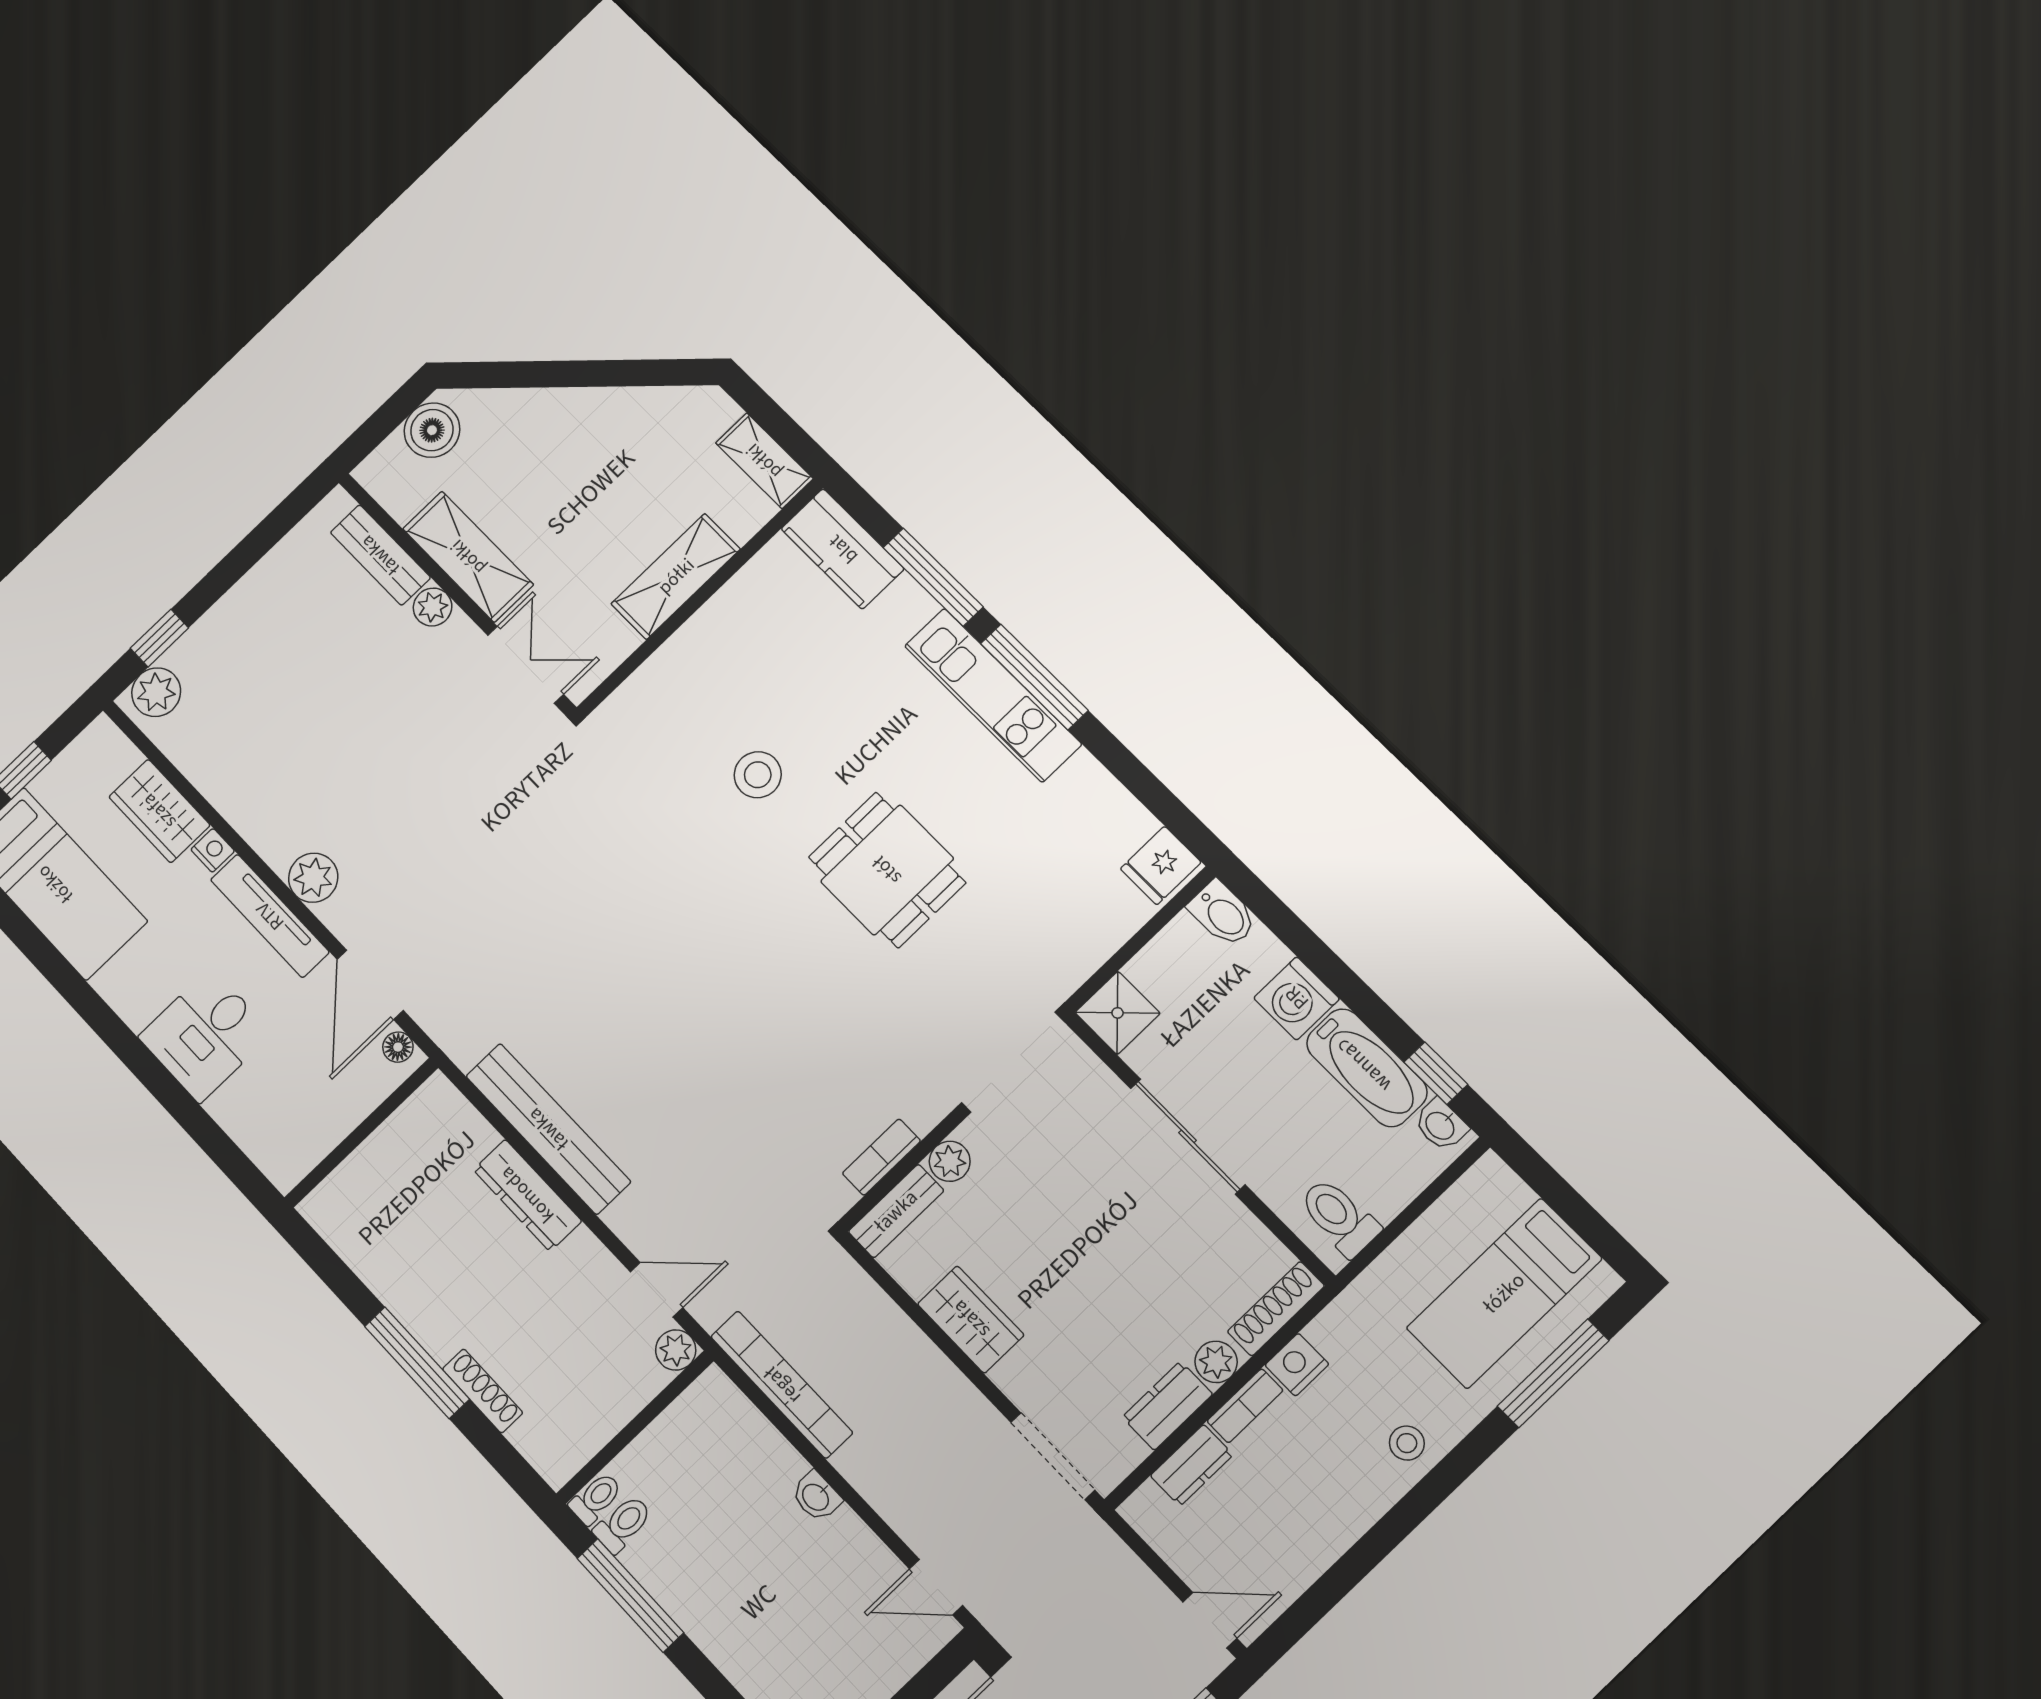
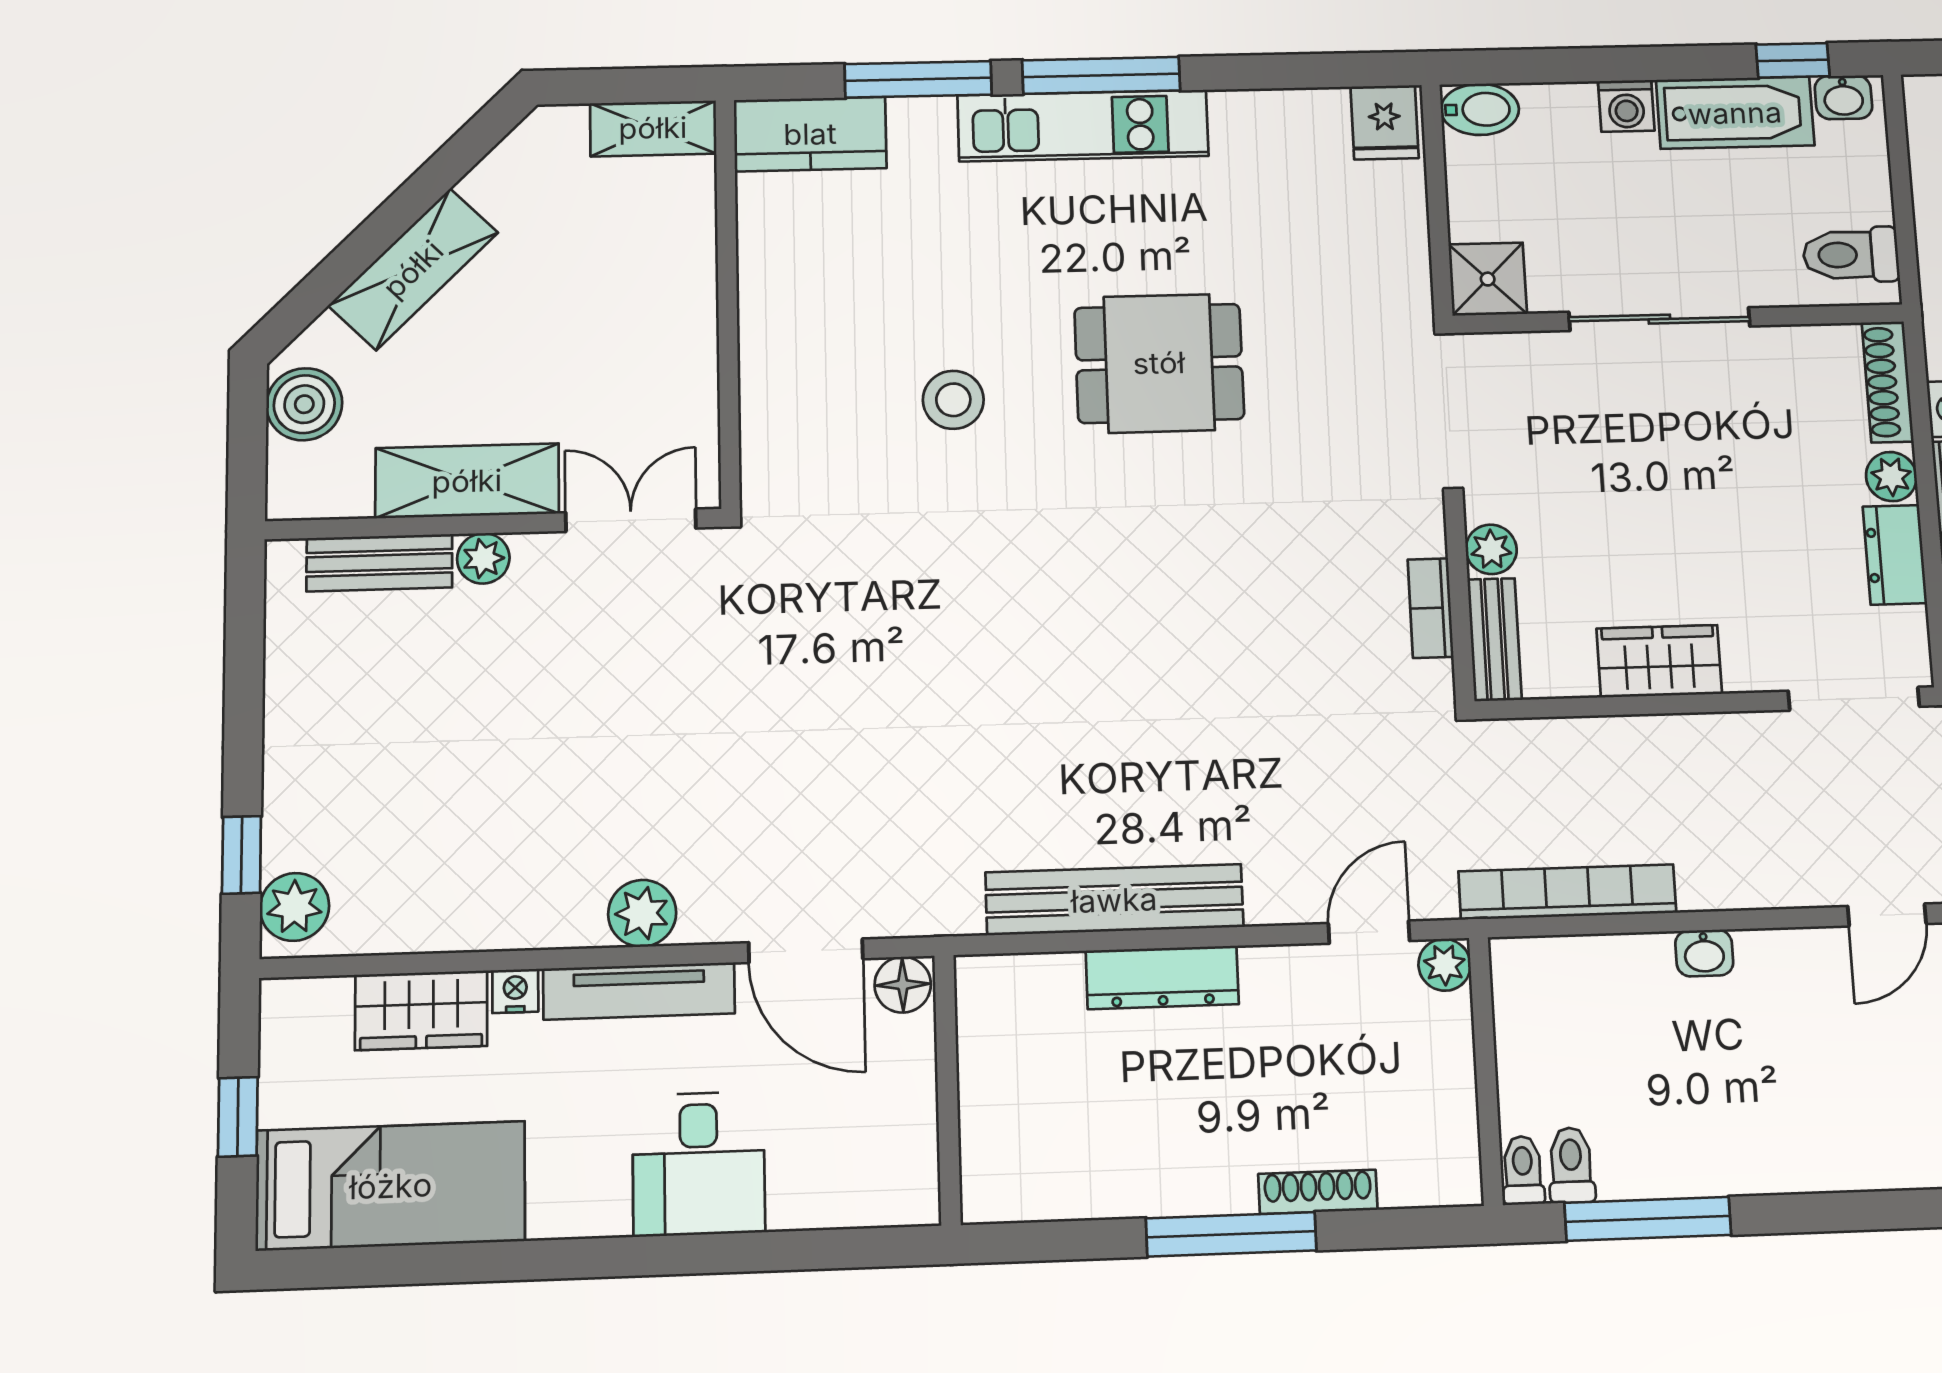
shelving: (676, 576) -> (413, 269), moved, turned 45
washing machine: (1297, 998) -> (1626, 106), width x0.73, depth x0.73
floor lamp: (398, 1047) -> (903, 985), width x1.37, depth x1.37

